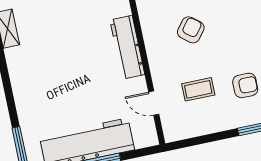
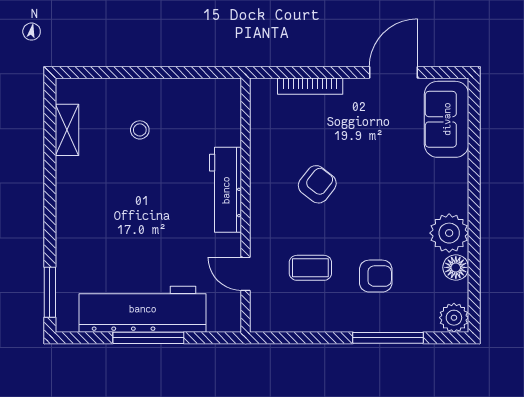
stool: (59, 18) -> (140, 130), added

